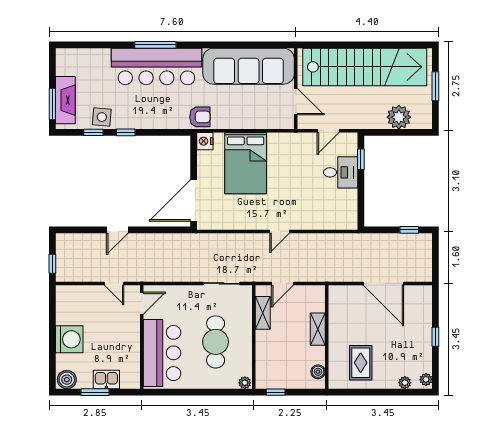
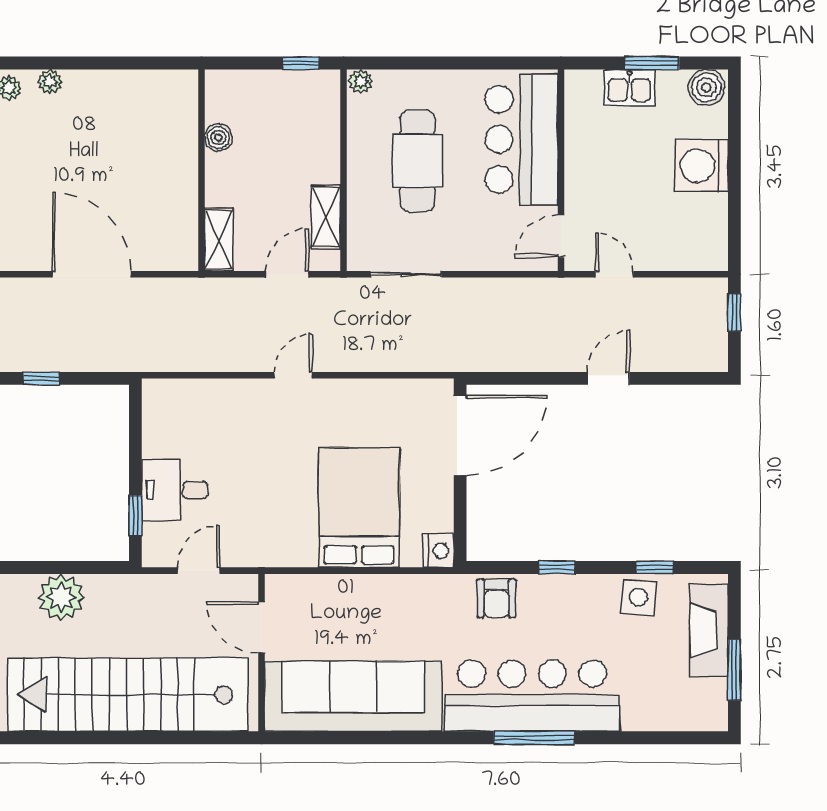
window: (52, 104) -> (734, 670), moved
armchair: (200, 117) -> (496, 598), moved, turned -90
window: (126, 132) -> (557, 567), moved
shelving: (318, 329) -> (219, 240), moved
rug: (361, 363) -> (136, 120), removed
boiler: (318, 372) -> (218, 138), moved

